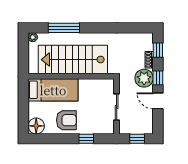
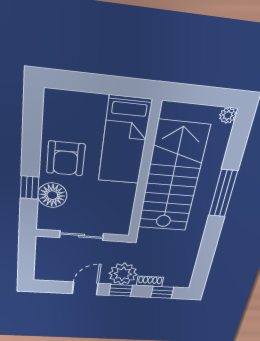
window: (64, 28) -> (223, 193), moved
floor lamp: (36, 126) -> (52, 195), moved
window: (137, 139) -> (26, 260), removed

